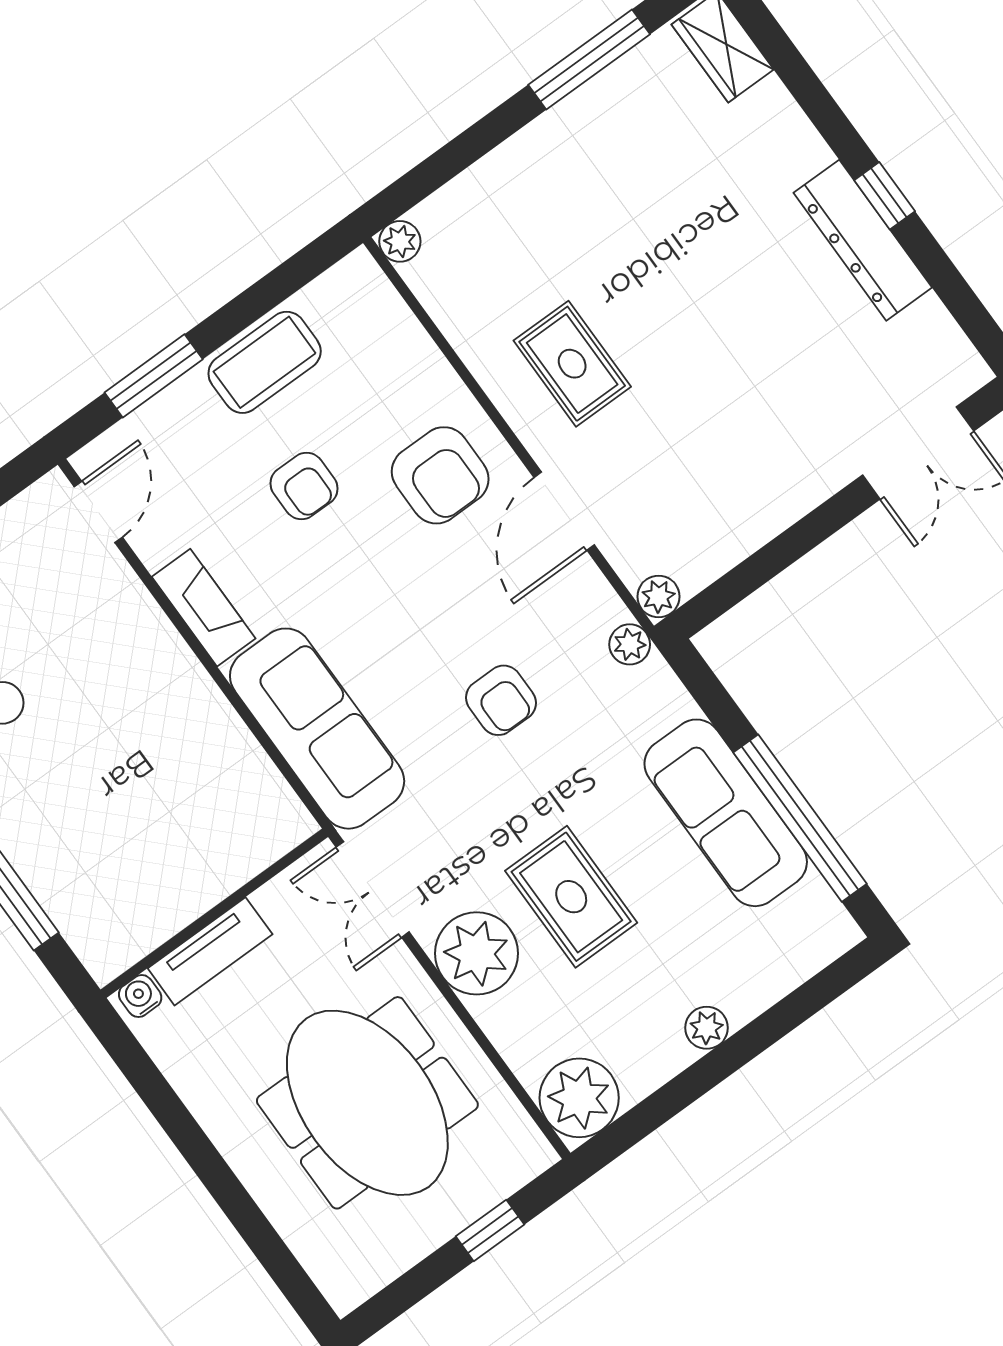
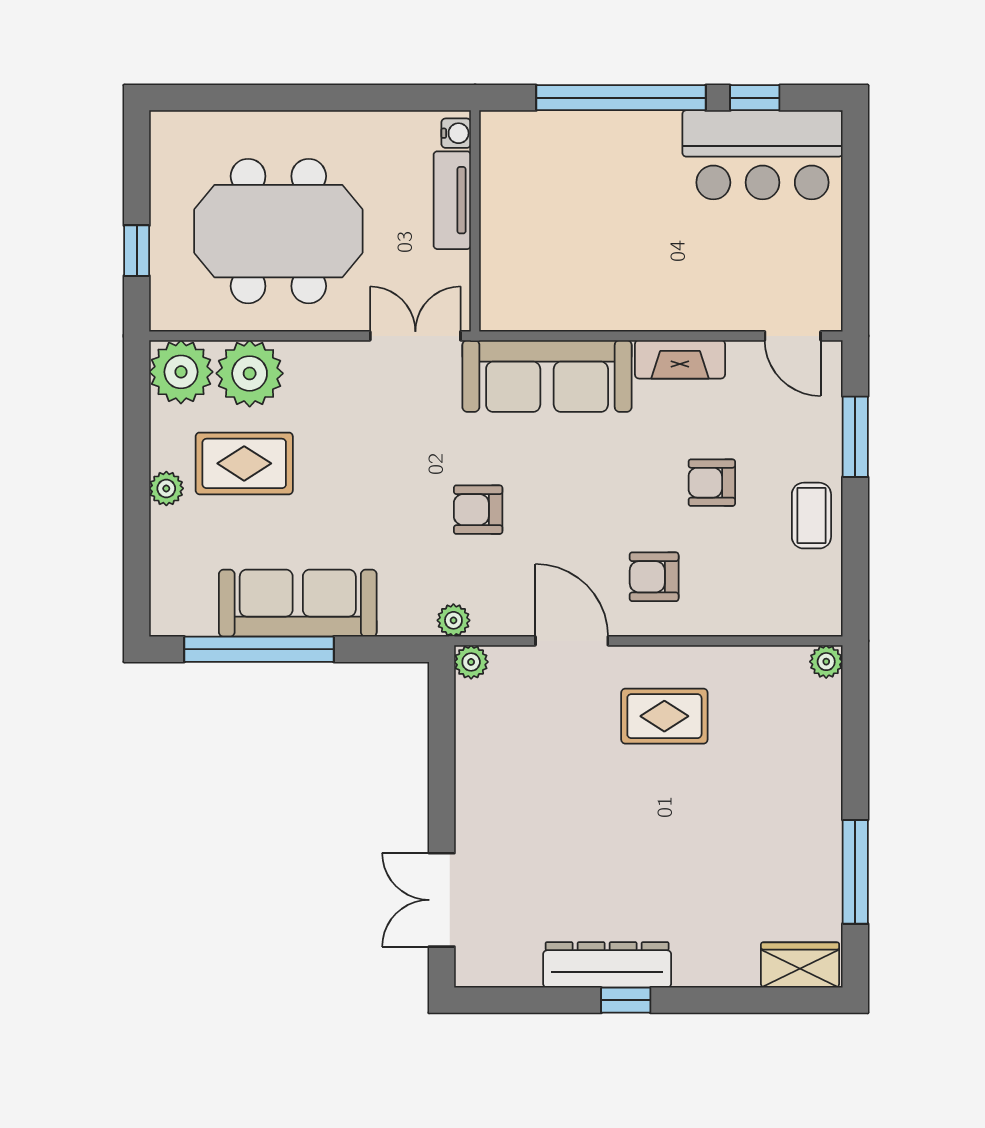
coffee table: (265, 362) -> (811, 516), width x0.73, depth x0.77
armchair: (440, 475) -> (654, 577), width x0.72, depth x0.72
rug: (571, 897) -> (244, 463), moved
plant: (477, 953) -> (250, 373), moved

